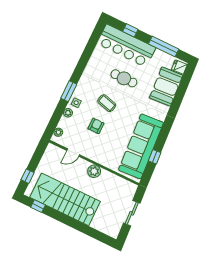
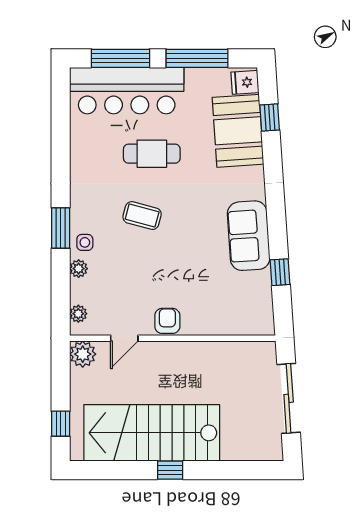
window: (130, 30) -> (120, 58), width x2.17
window: (183, 87) -> (270, 117), added
armchair: (96, 126) -> (167, 321), moved
sofa: (141, 146) -> (249, 236), width x0.54, depth x0.79
plant: (94, 171) -> (83, 354), moved
window: (38, 206) -> (170, 470), moved
sliding door: (132, 213) -> (289, 398), width x1.37

